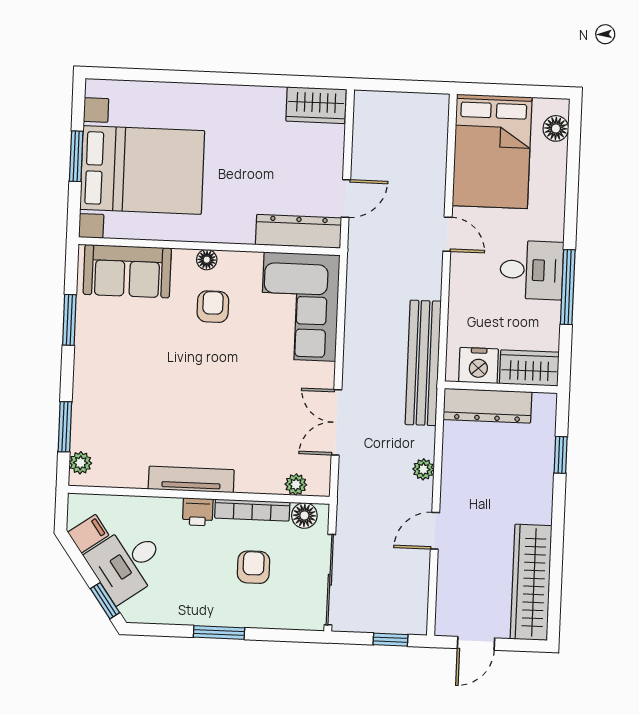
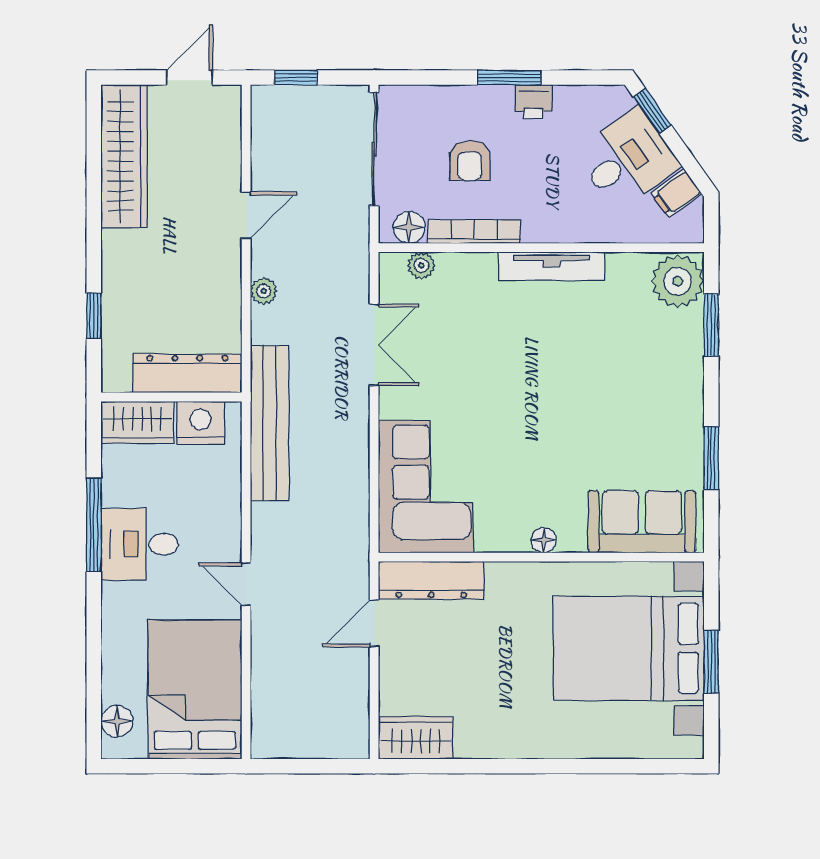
armchair: (213, 307) -> (534, 482), removed
plant: (80, 463) -> (678, 281), width x1.87, depth x1.87
printer: (198, 512) -> (534, 102), moved, turned 180

